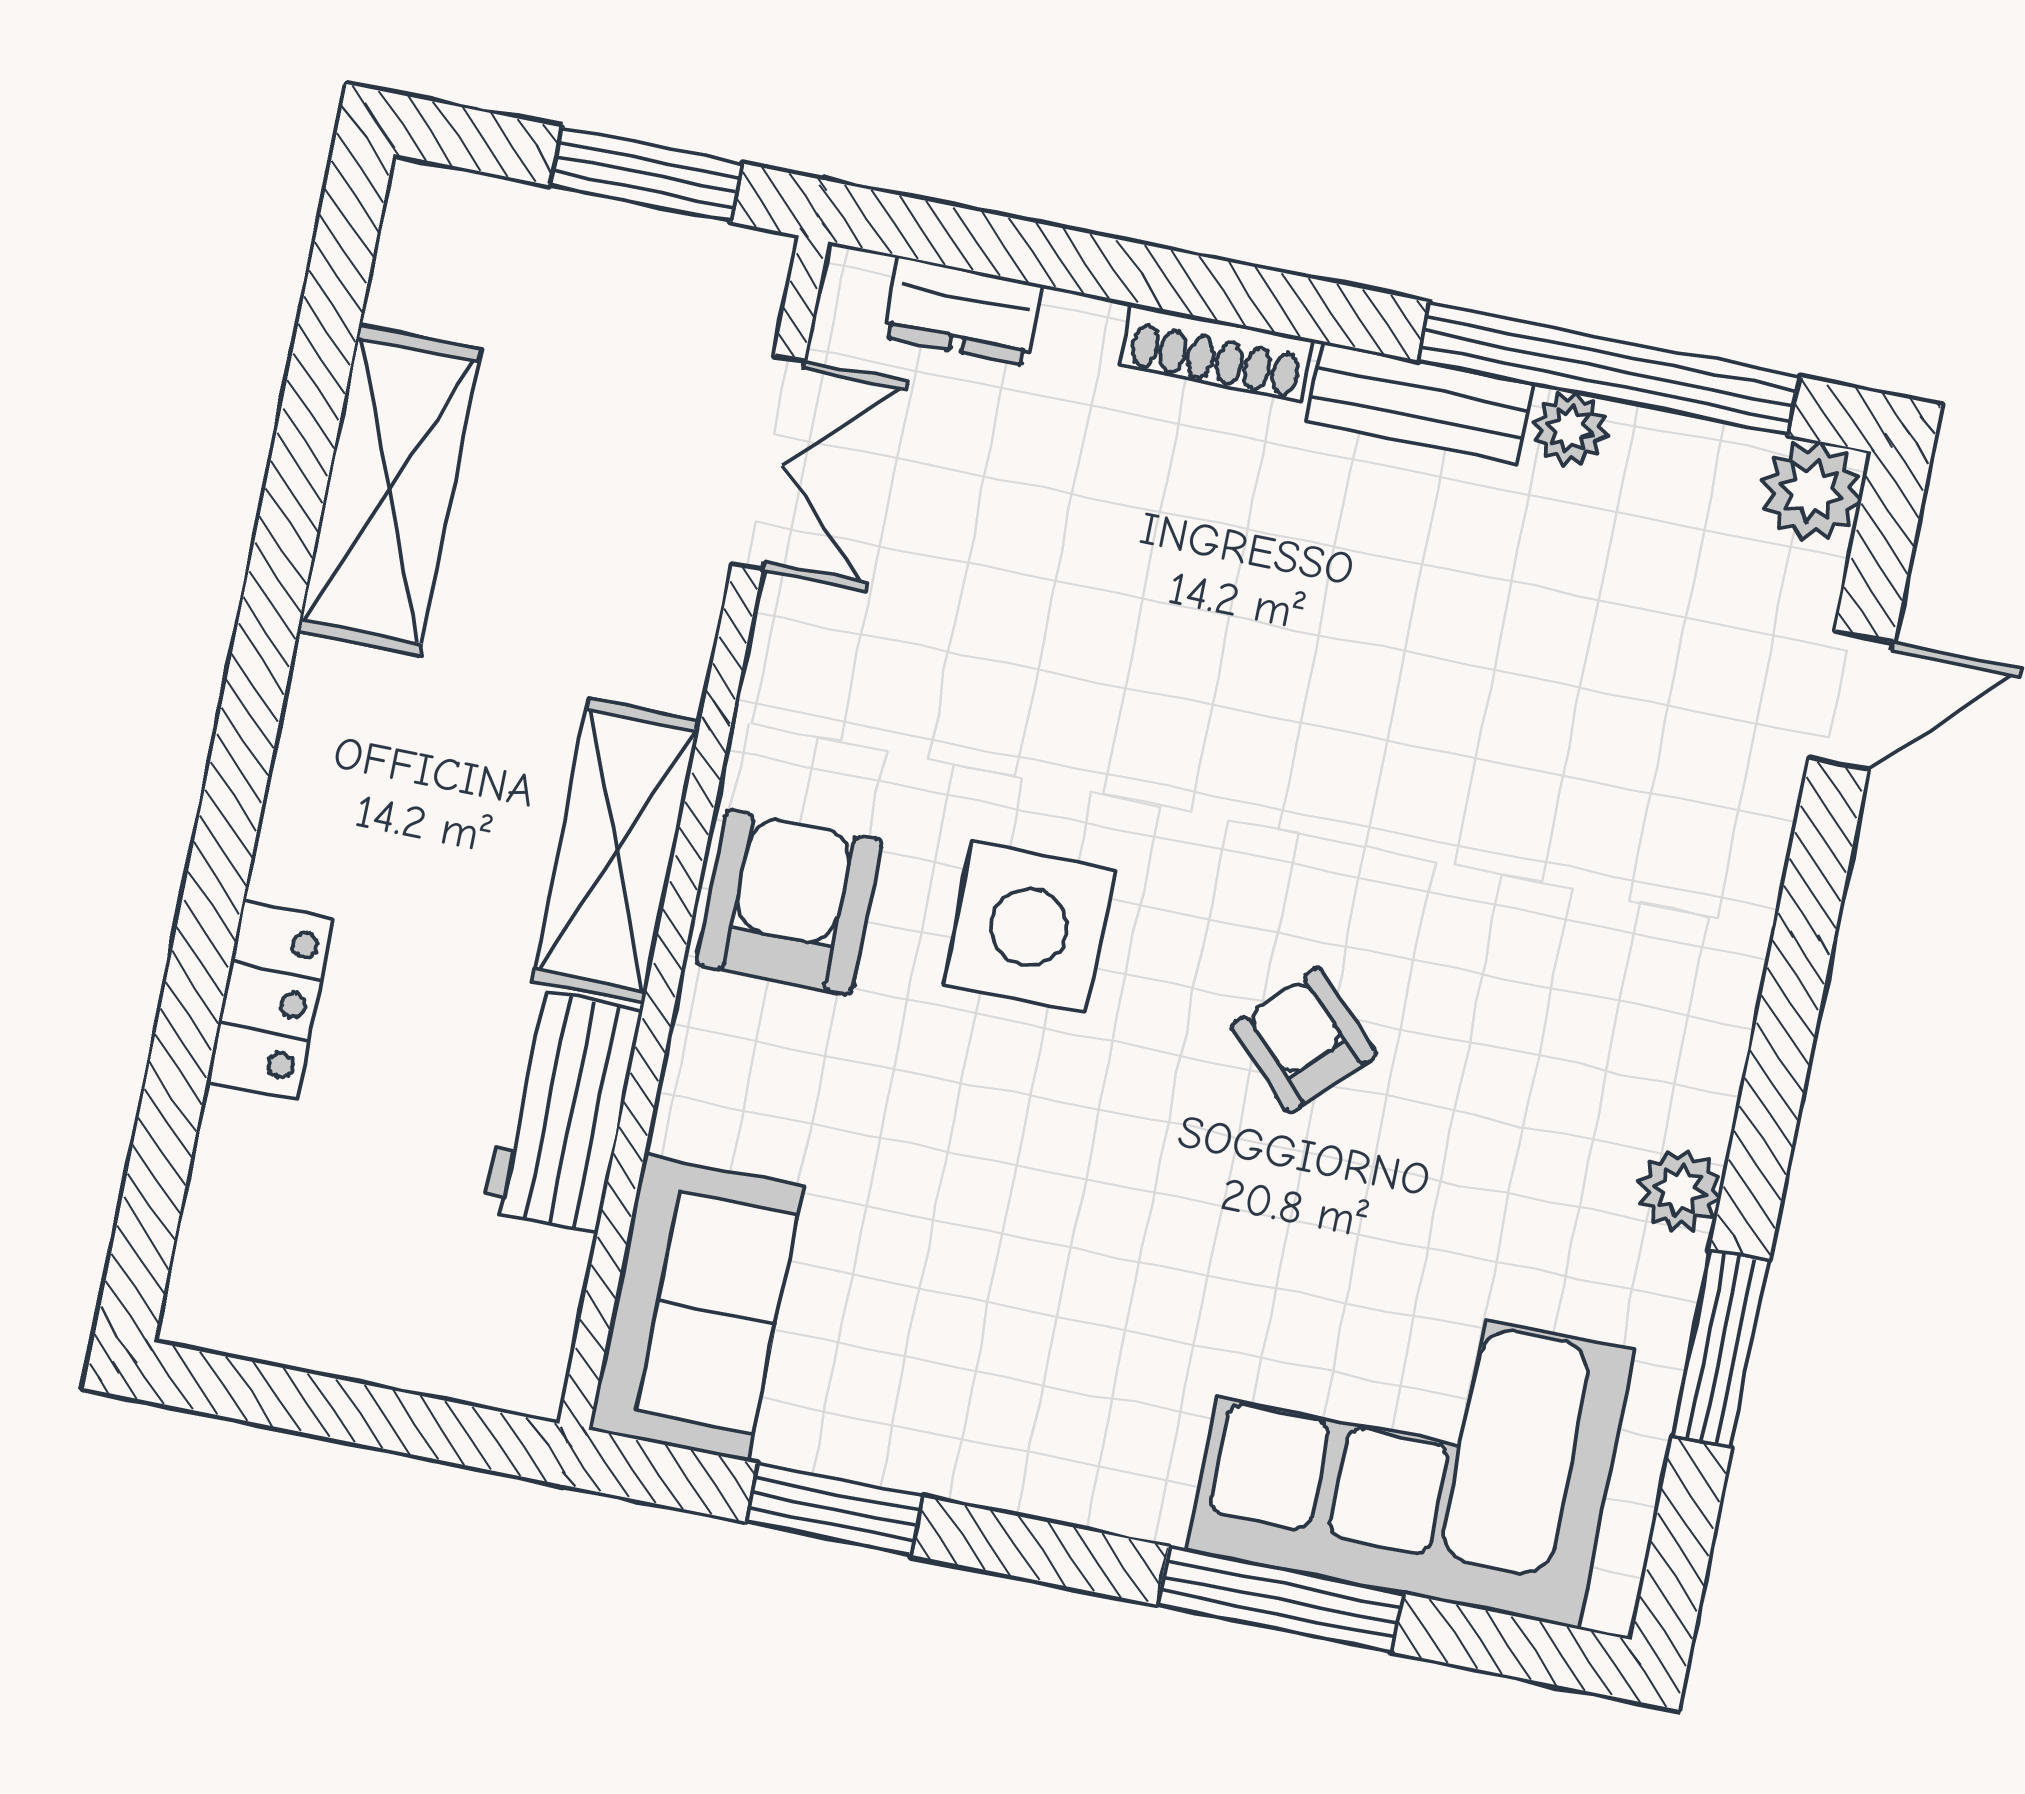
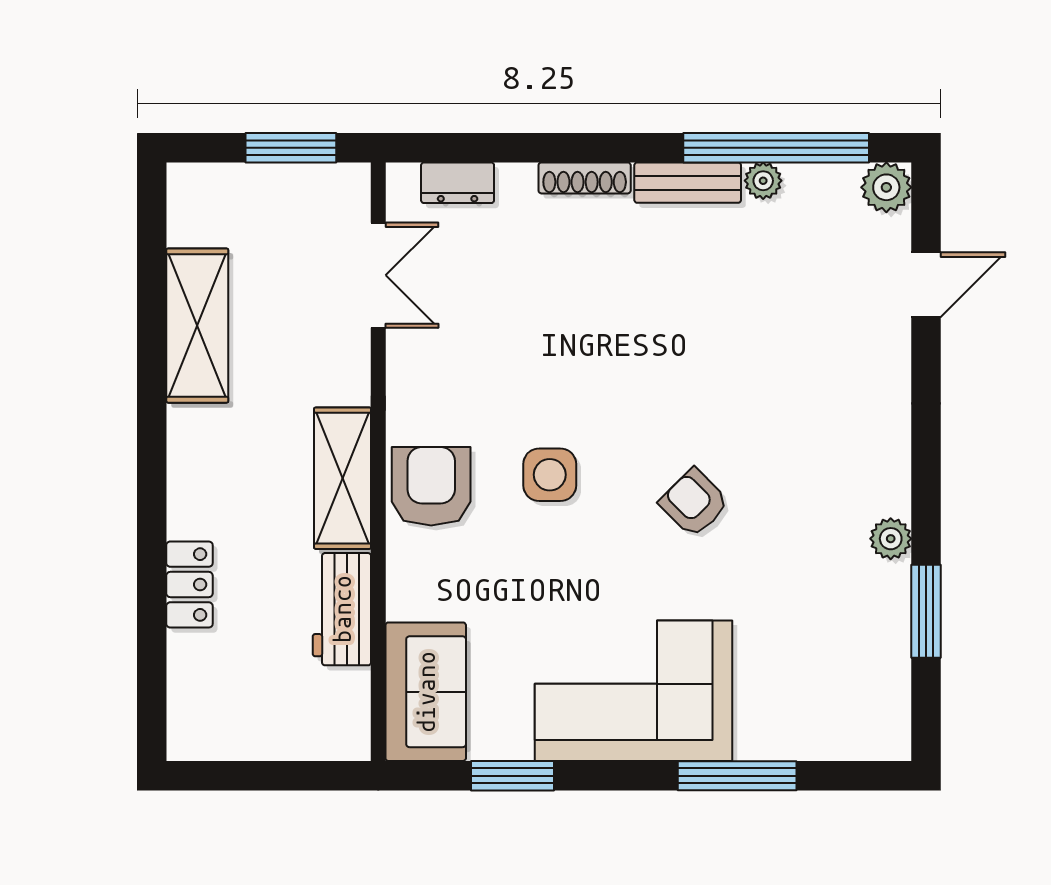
side table: (1029, 927) -> (550, 475), width x0.73, depth x0.73
corner sofa: (1410, 1450) -> (634, 691), moved

